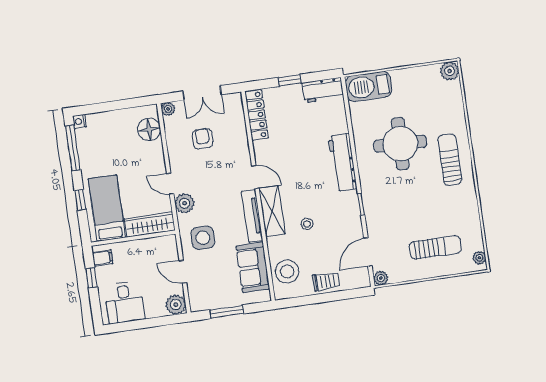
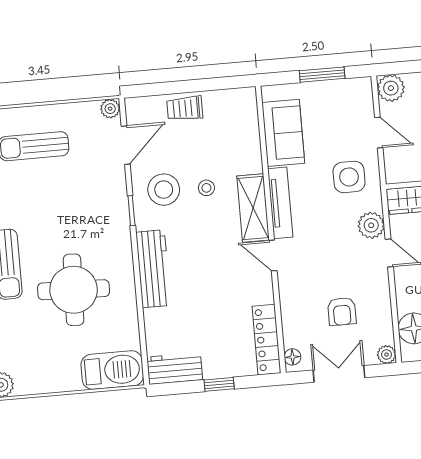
floor lamp: (237, 103) -> (292, 357), added
stool: (287, 272) -> (164, 190), moved

